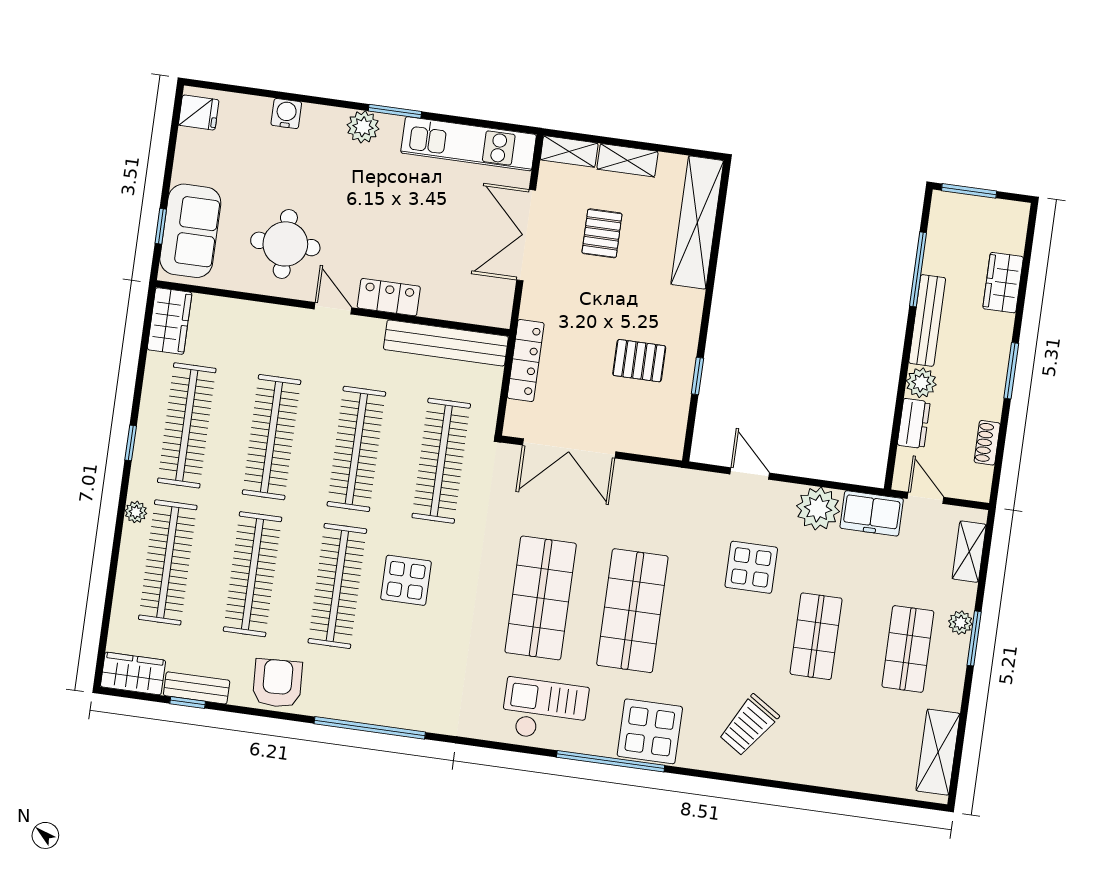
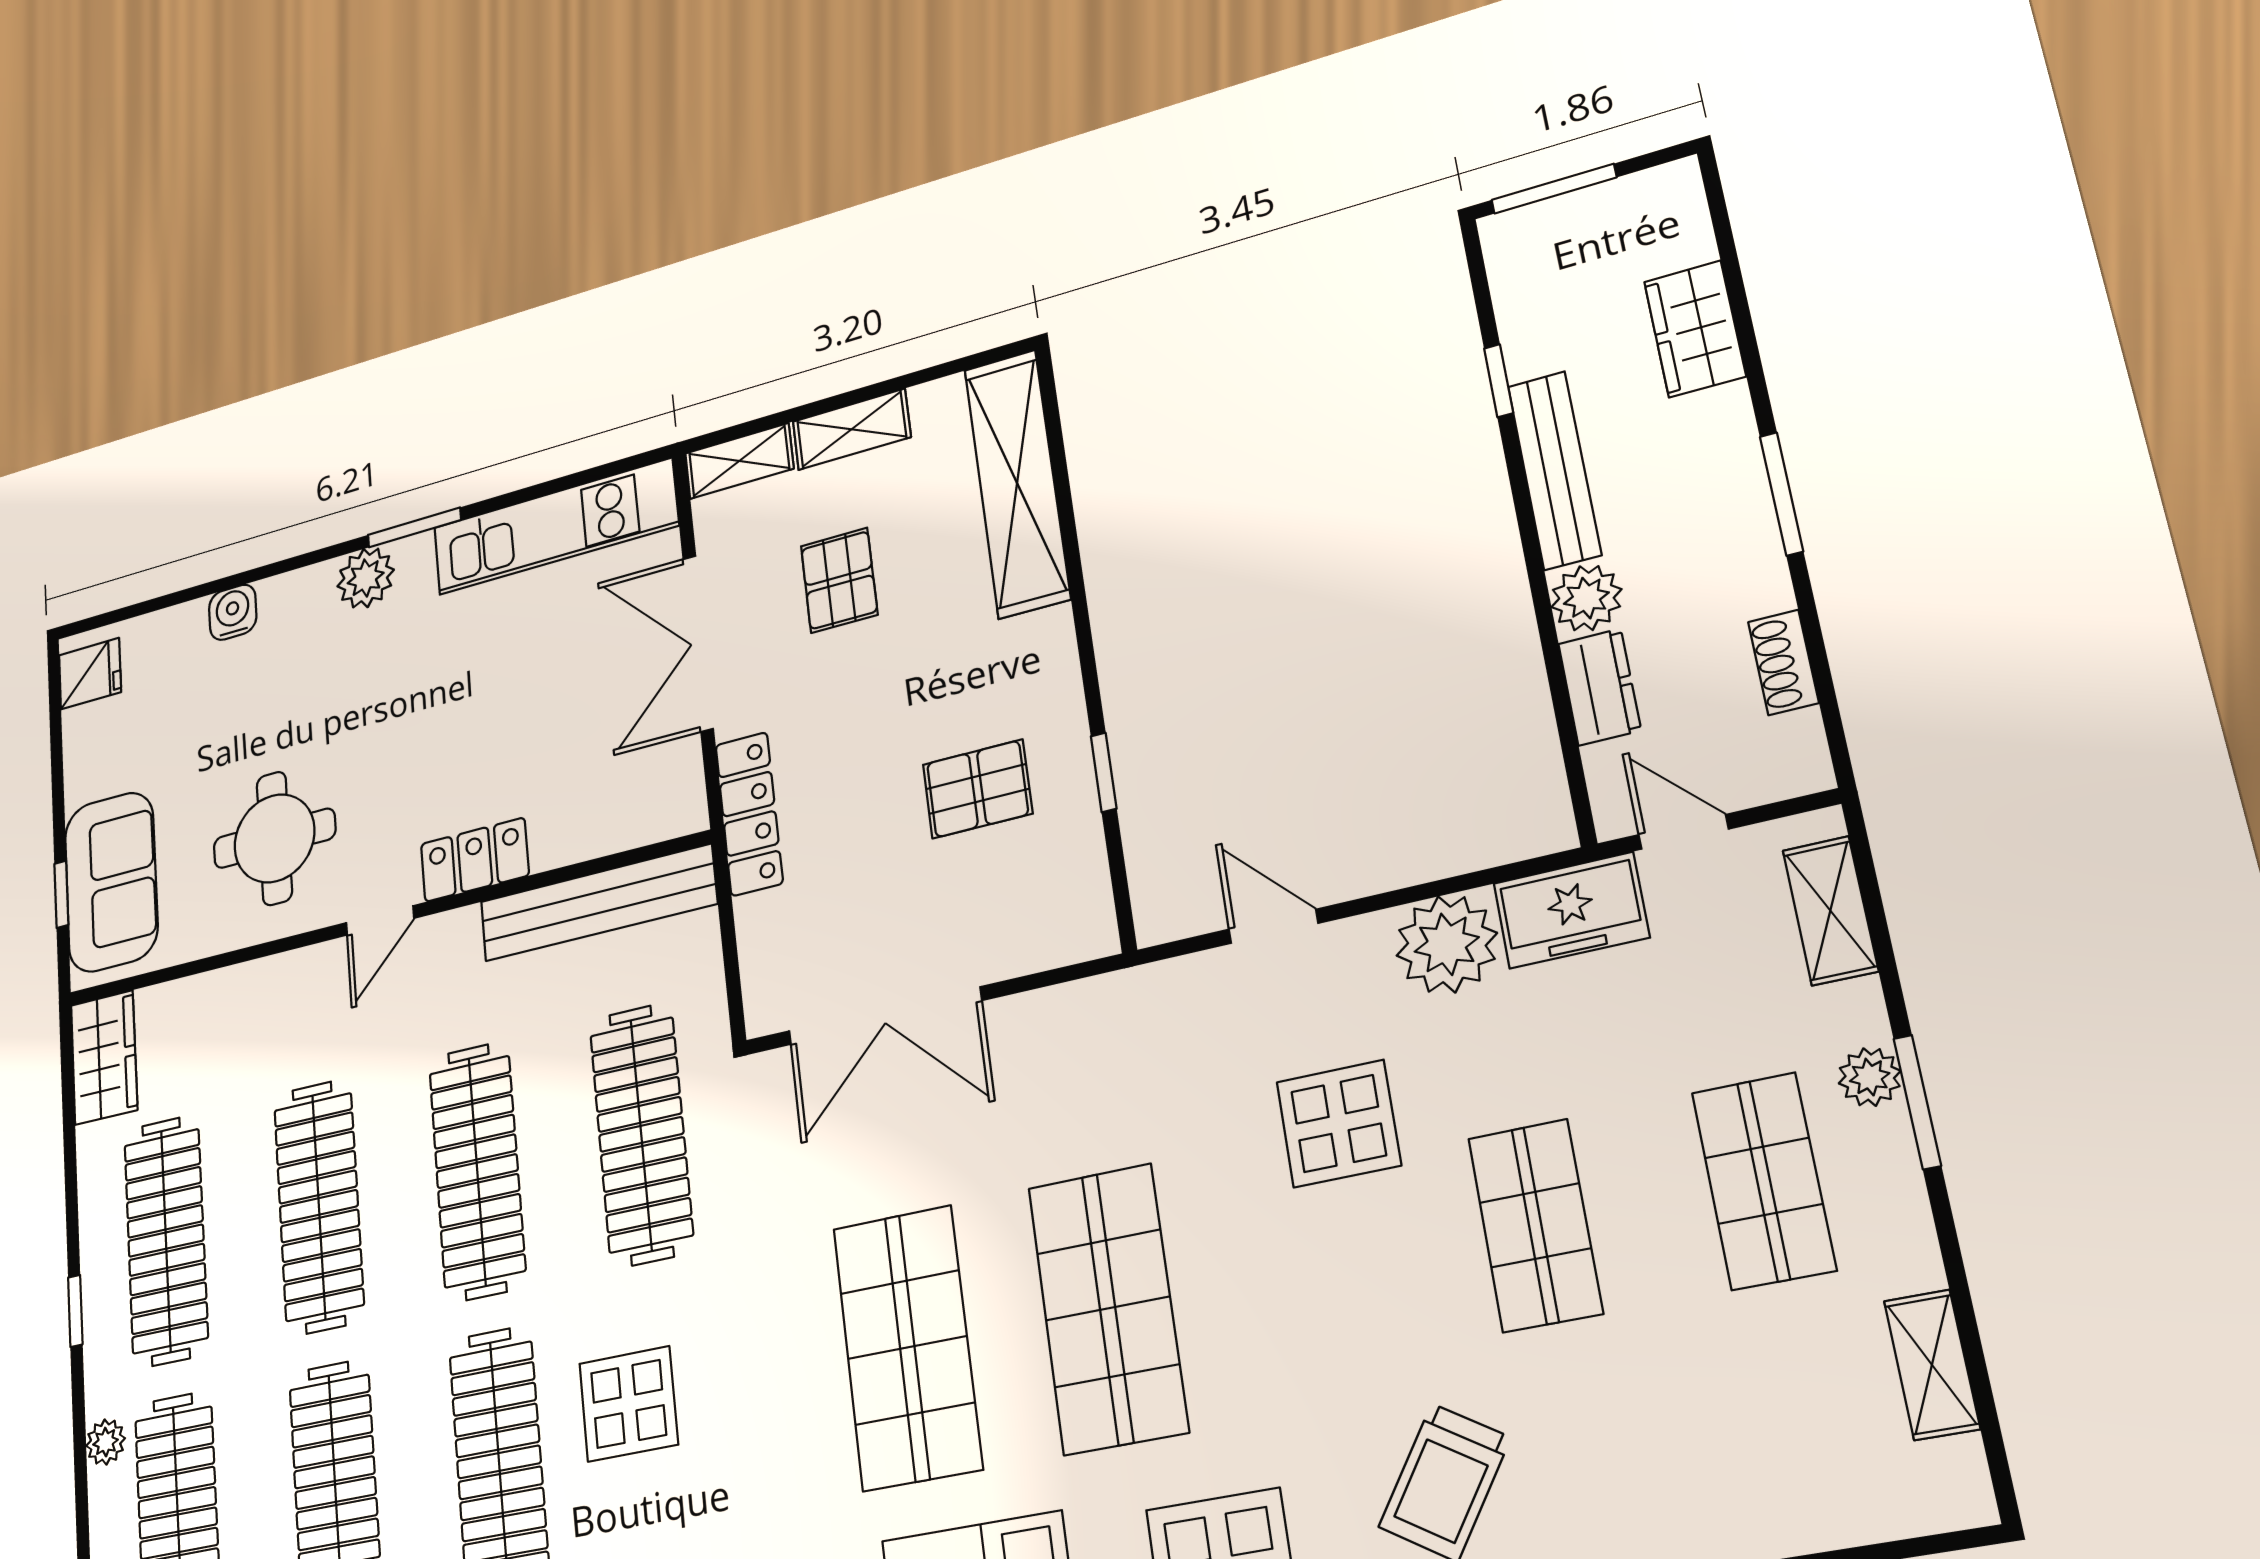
window: (918, 269) -> (1499, 381), width x0.46
door: (333, 308) -> (380, 921), swing flipped
locker: (526, 360) -> (749, 814), moved
shelving: (938, 752) -> (1932, 1365), width x0.67, depth x0.75

